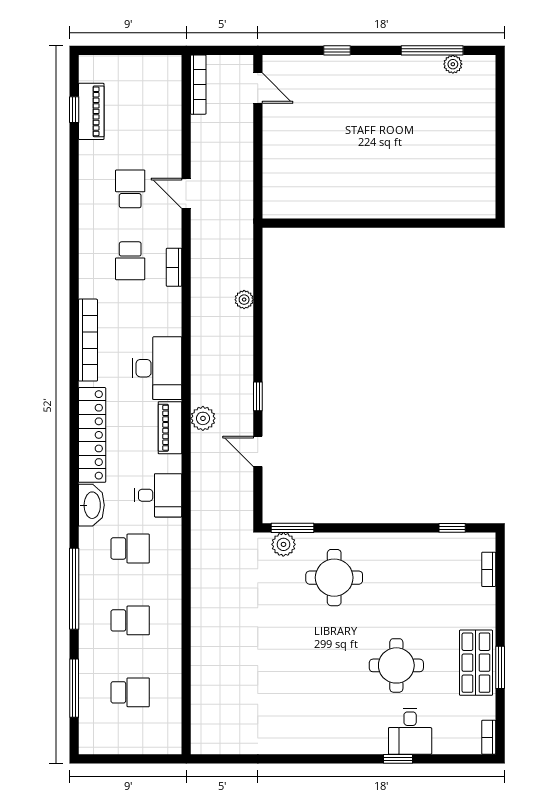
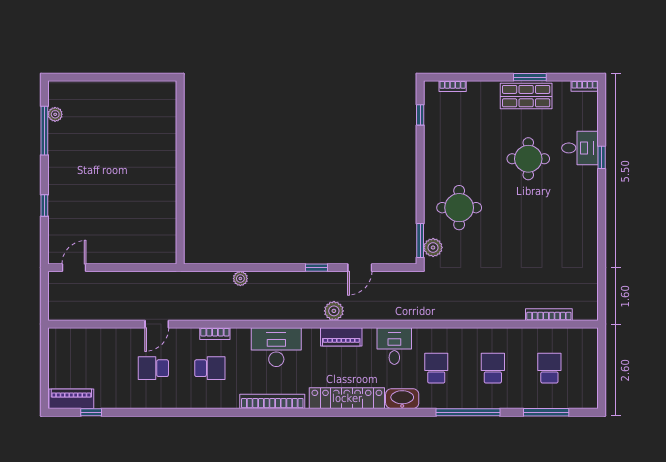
bookcase: (198, 85) -> (549, 315), moved
piano: (91, 111) -> (71, 399), moved
desk: (157, 368) -> (276, 347), moved

